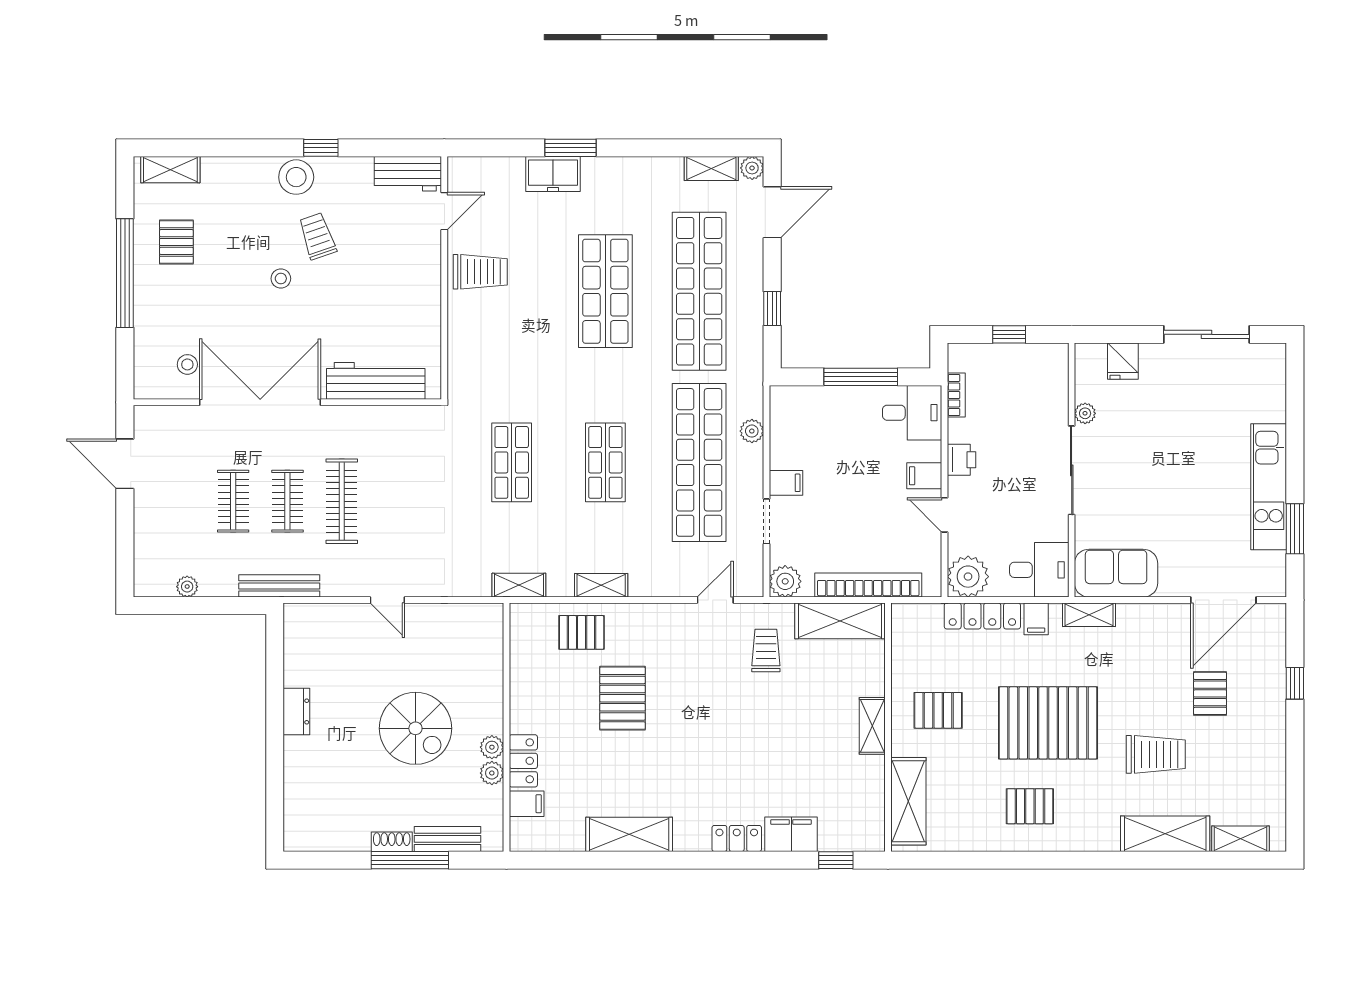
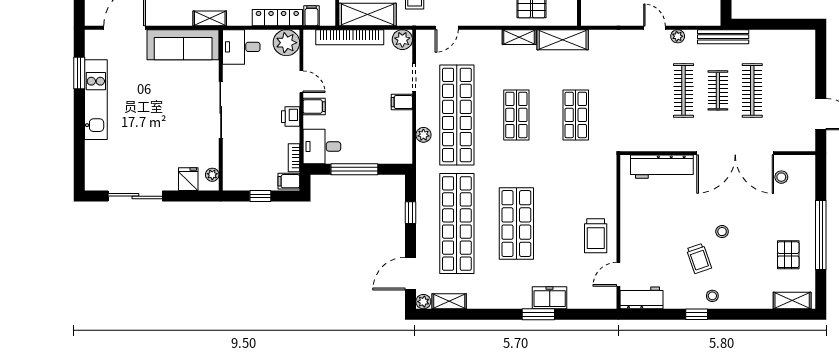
stool: (296, 177) -> (712, 296), width x0.53, depth x0.53
trolley: (480, 272) -> (596, 236), turned -90
filing cabinet: (964, 358) -> (289, 181), added
plant: (1085, 413) -> (212, 175), moved
clothes rail: (233, 501) -> (752, 90), width x1.36
sofa: (1116, 573) -> (183, 45), width x1.36
shelving: (519, 585) -> (563, 40), width x1.50, depth x1.33
plant: (187, 587) -> (678, 36), moved
filing cabinet: (1036, 619) -> (311, 16), moved

